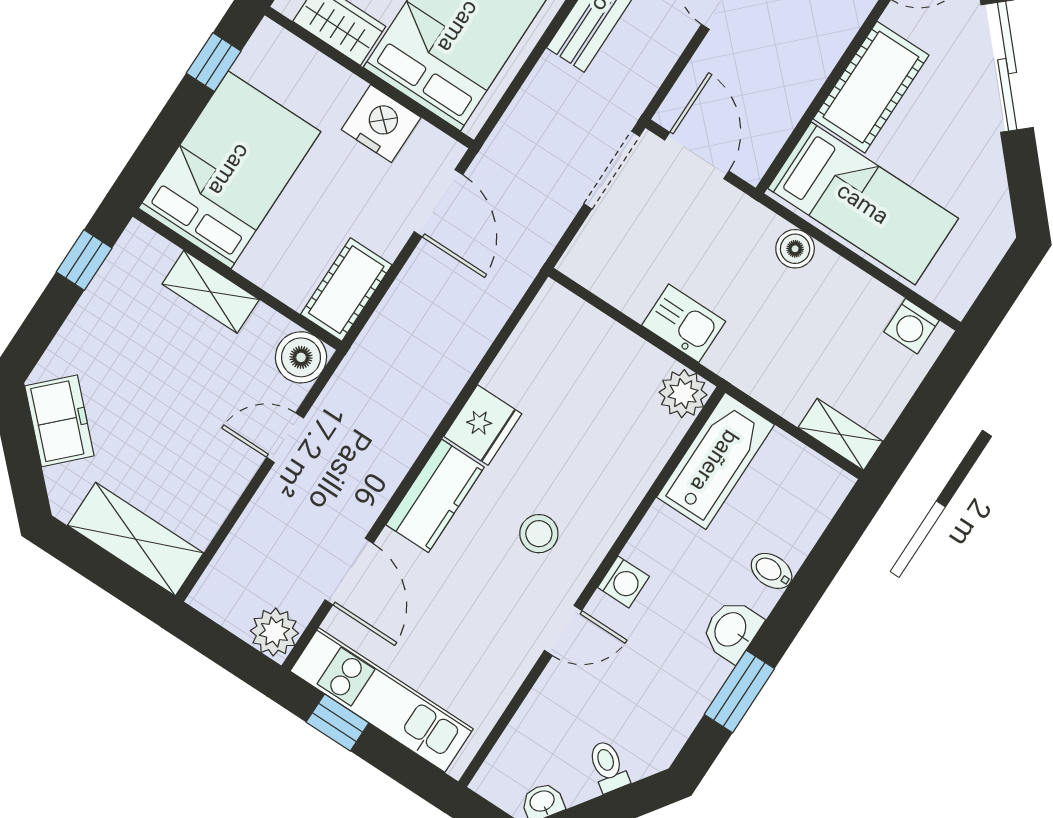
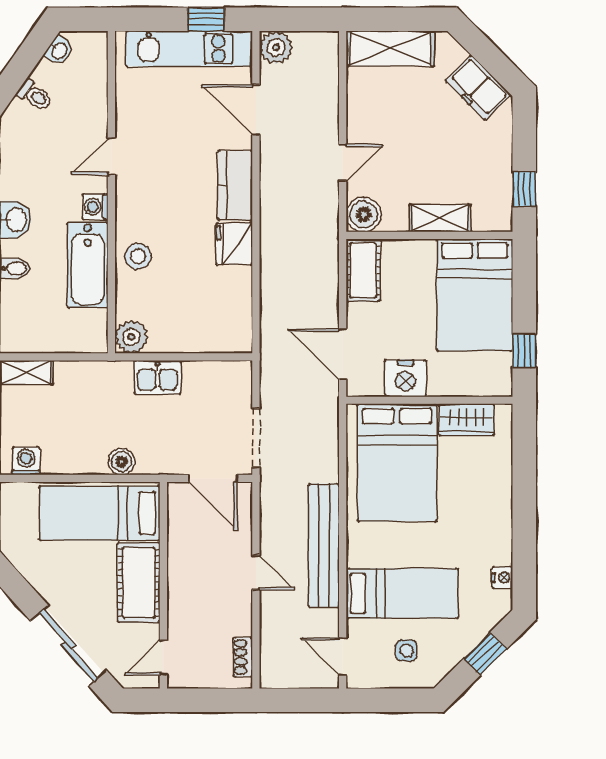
bathtub: (715, 461) -> (88, 265), moved
stool: (539, 534) -> (138, 256), moved

